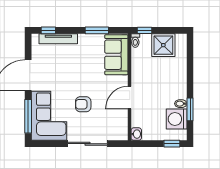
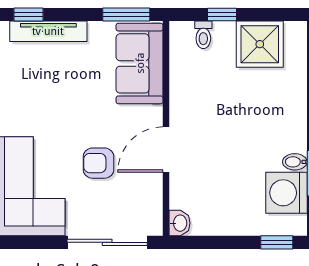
sofa: (116, 55) -> (140, 63), moved
wall: (130, 87) -> (166, 128), moved
door: (130, 98) -> (166, 150), moved
washbasin: (136, 134) -> (180, 223), moved

